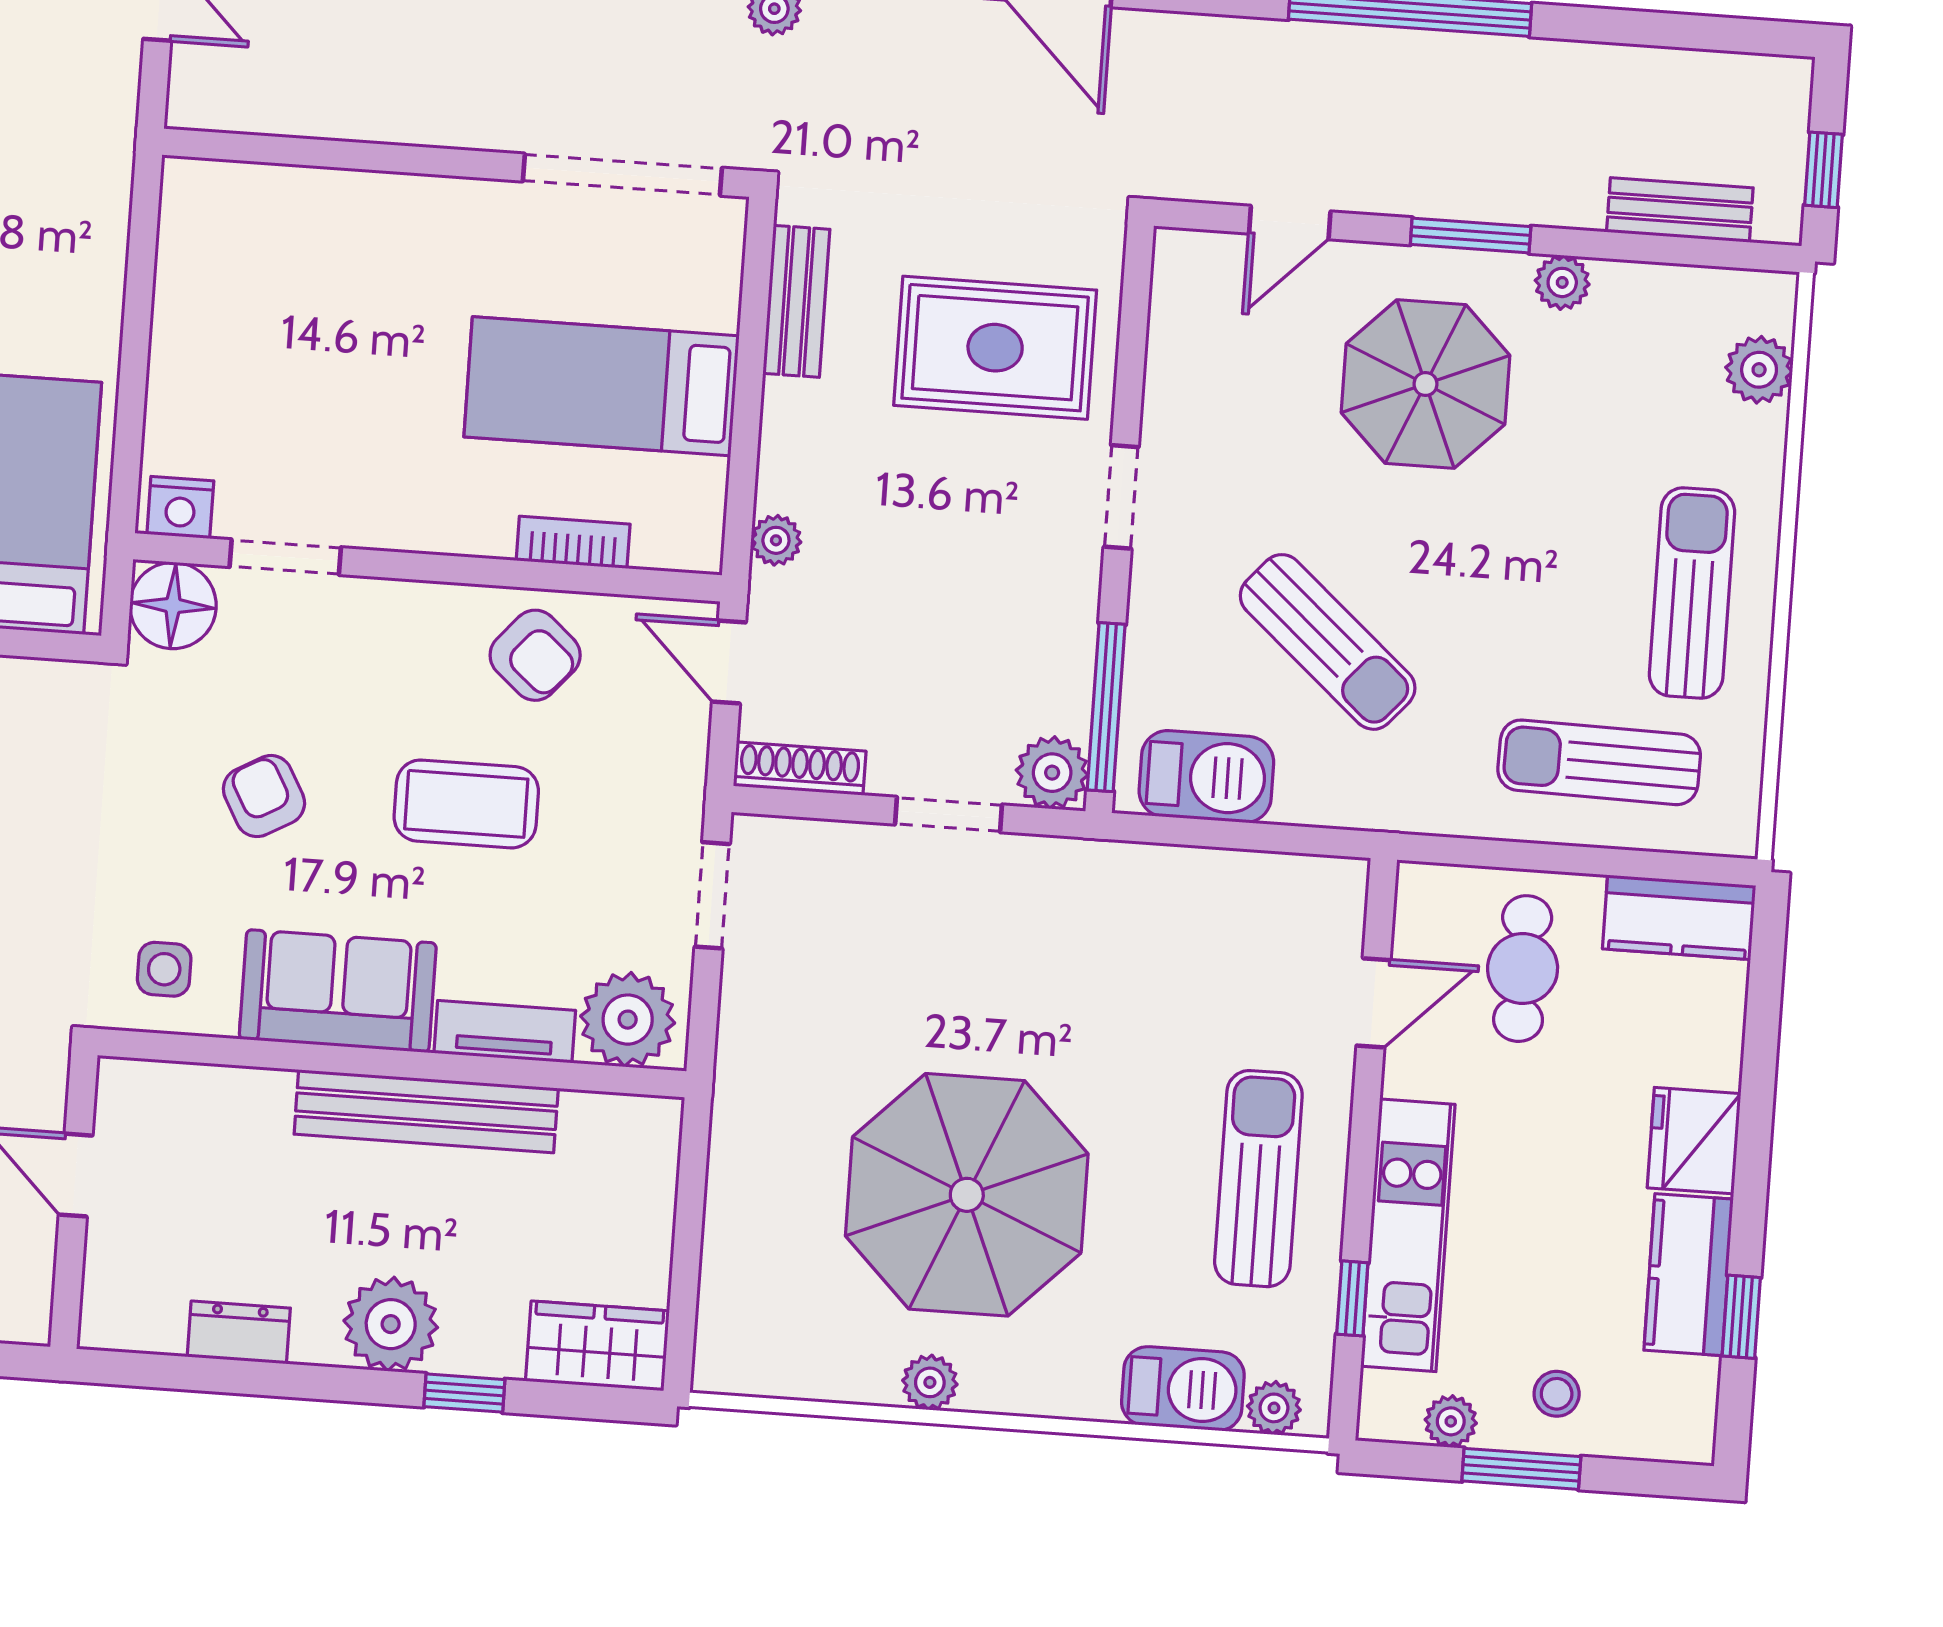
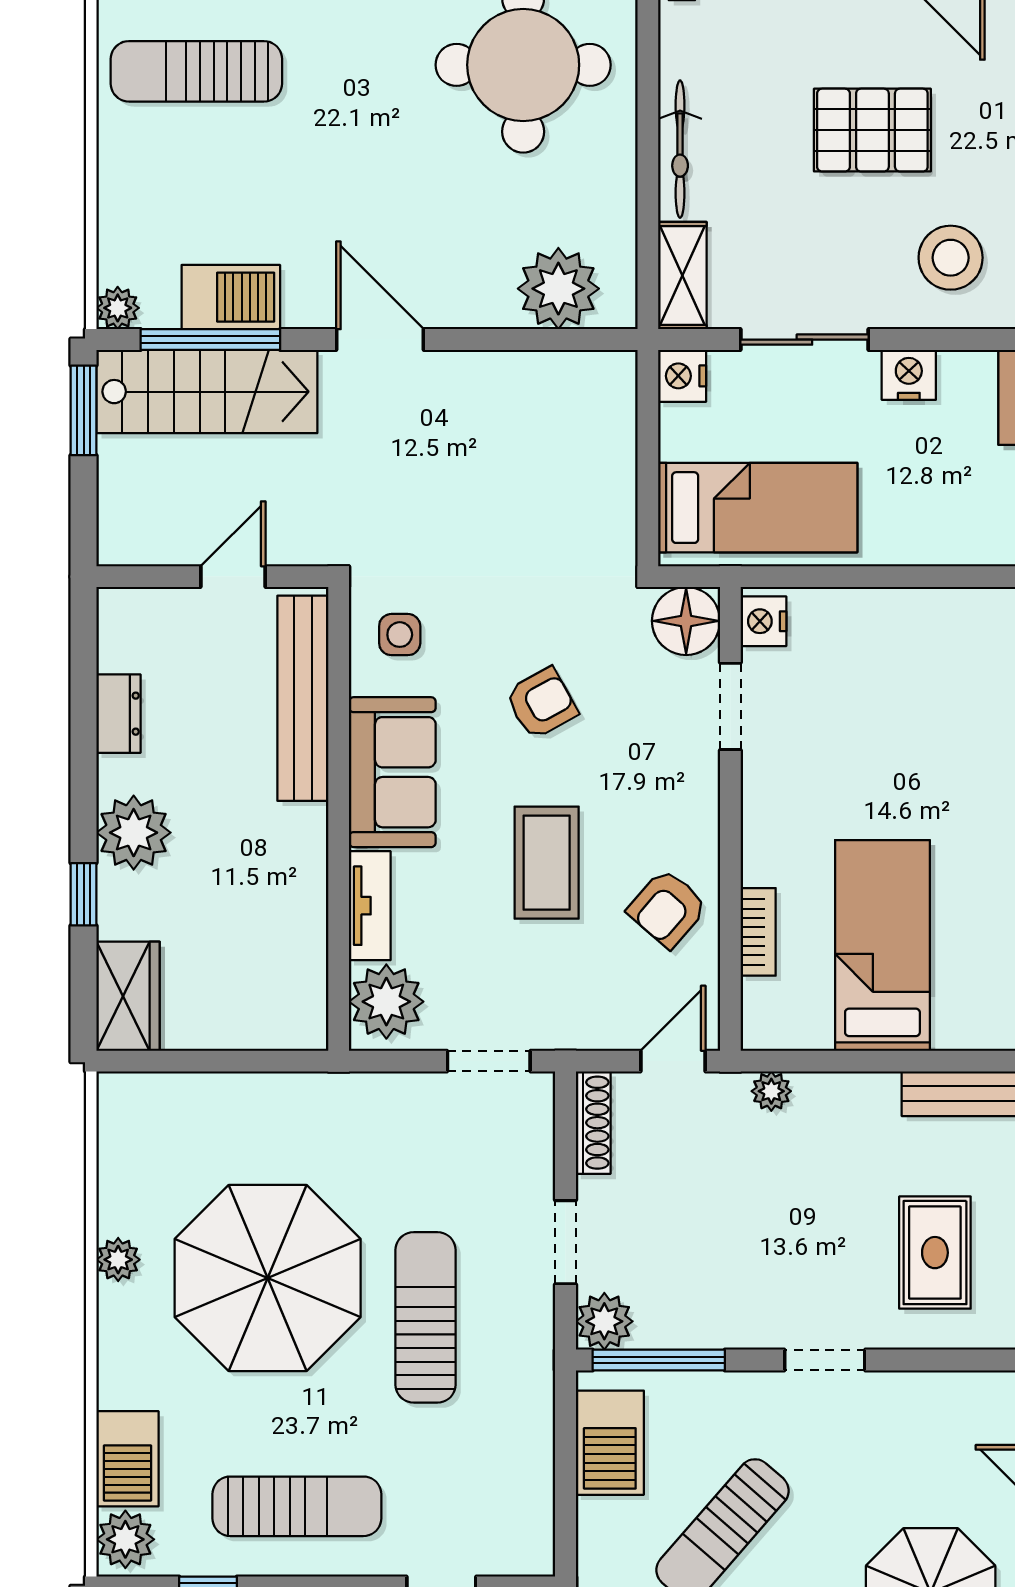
rug: (995, 348) -> (935, 1253), width x0.73, depth x0.70
sun lounger: (1031, 998) -> (426, 1317), added
bench: (426, 1111) -> (303, 698), moved
plant: (1274, 1408) -> (125, 1539), width x1.38, depth x1.38

